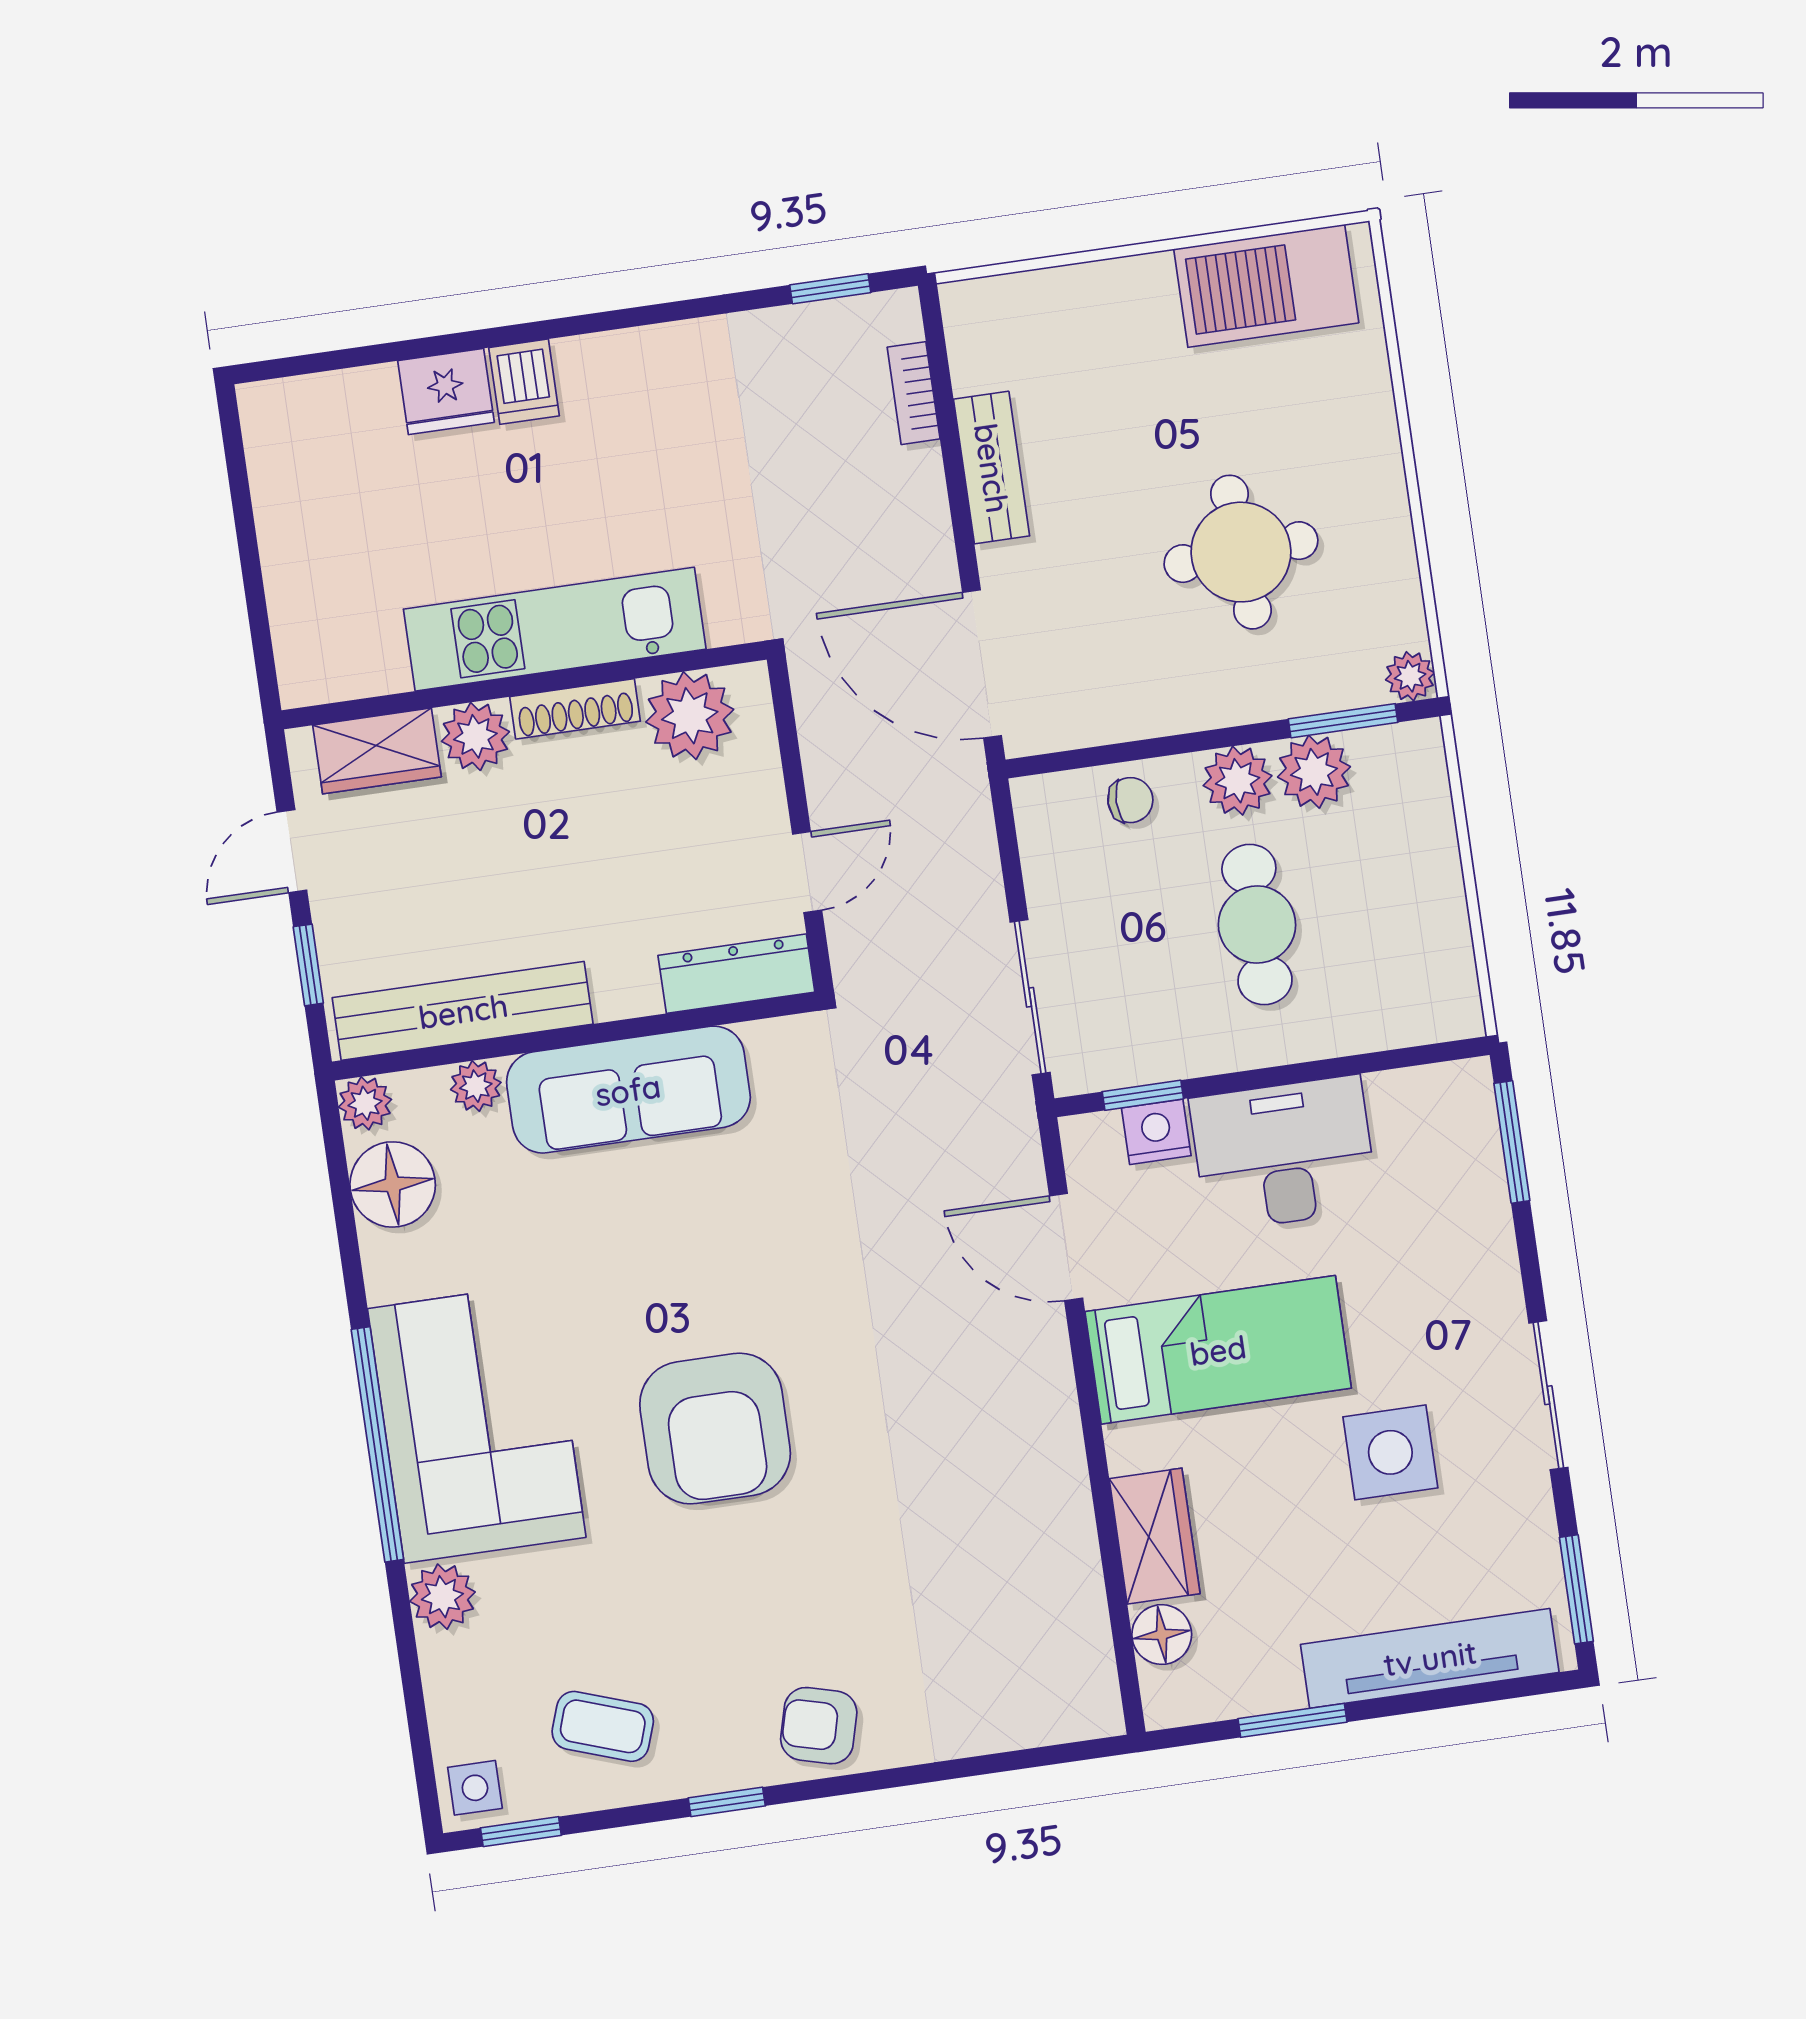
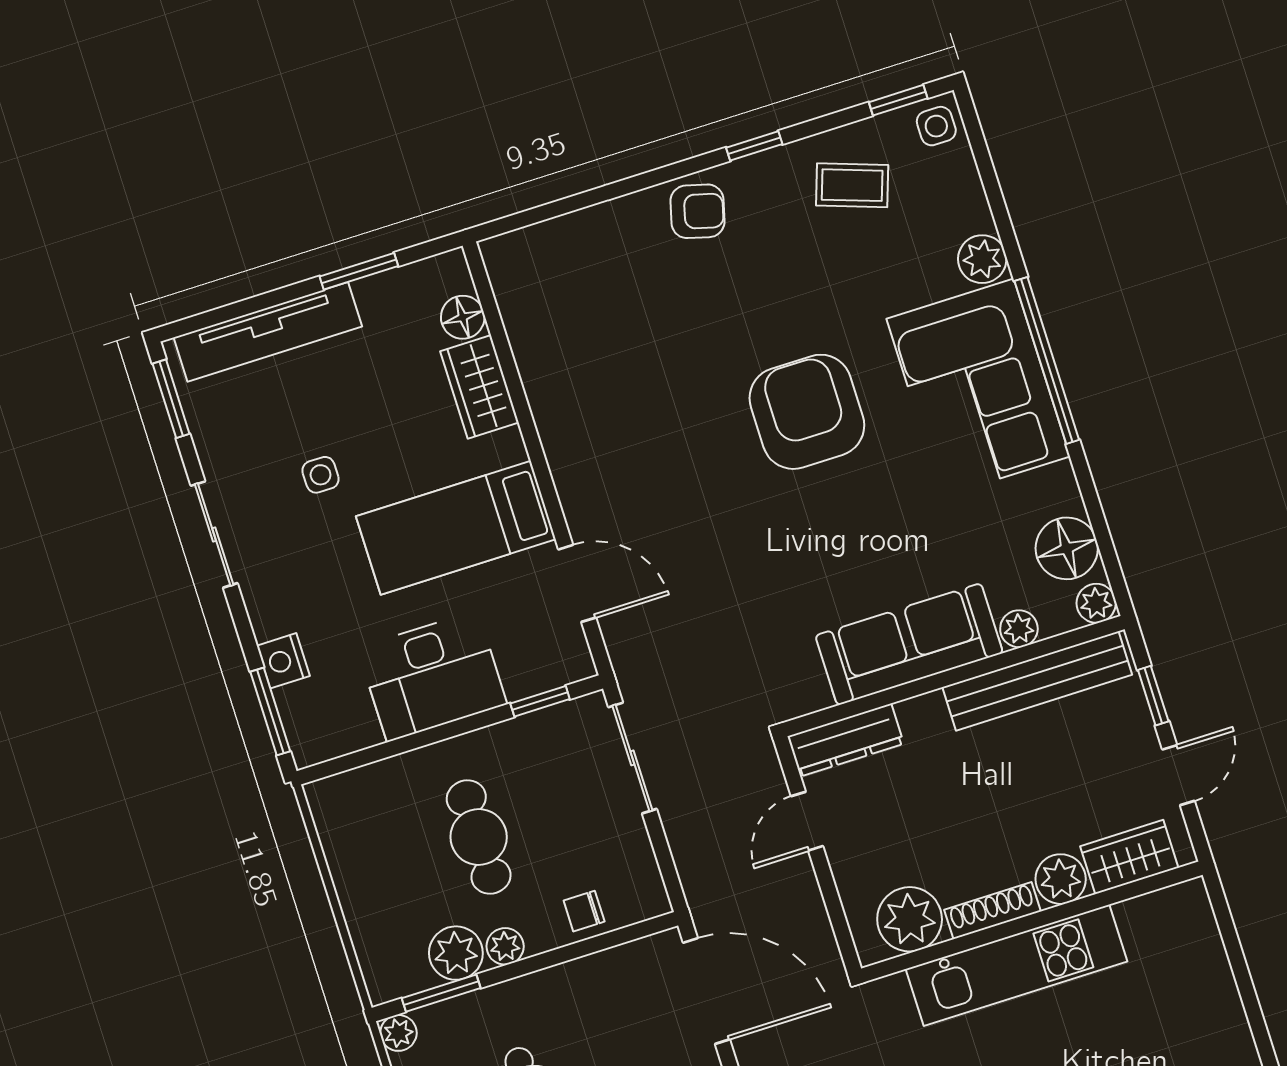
plant: (1238, 781) -> (505, 946), width x0.73, depth x0.73
nightstand: (1156, 1132) -> (283, 661), moved, turned 90
side table: (1390, 1452) -> (321, 475), width x0.54, depth x0.54

